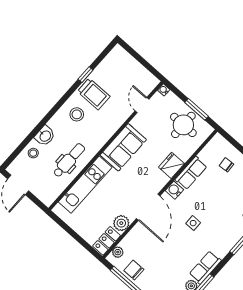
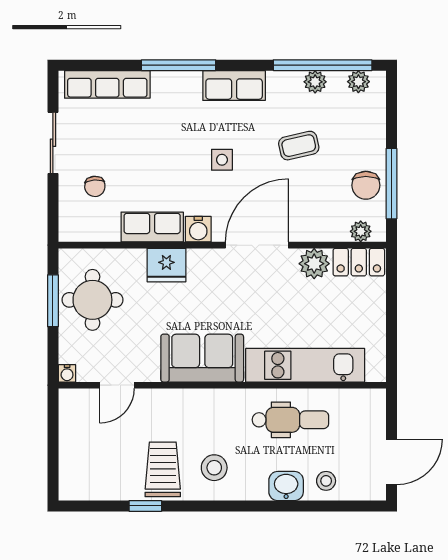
dental chair: (69, 160) -> (290, 420), turned 180
coffee table: (172, 258) -> (299, 146), added
row of seats: (205, 267) -> (234, 85), moved

